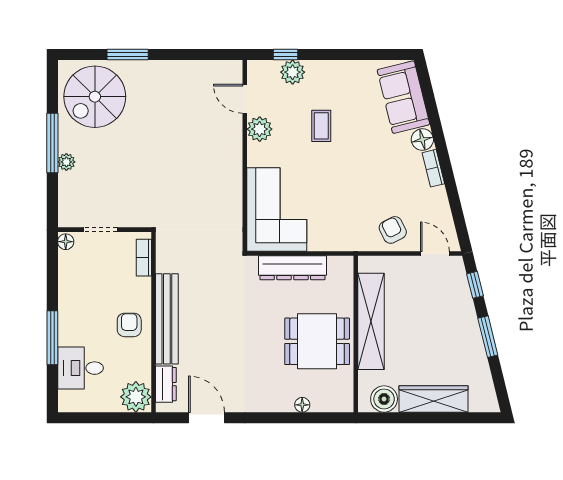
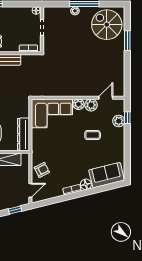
plant: (258, 155) -> (79, 104), added
dresser: (292, 268) -> (23, 134), moved

